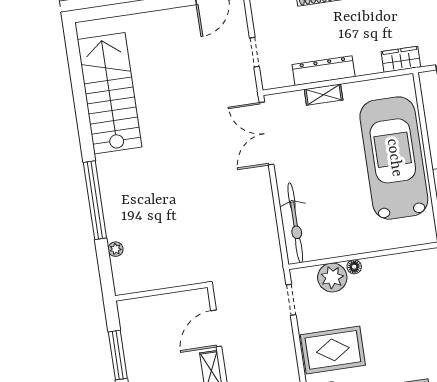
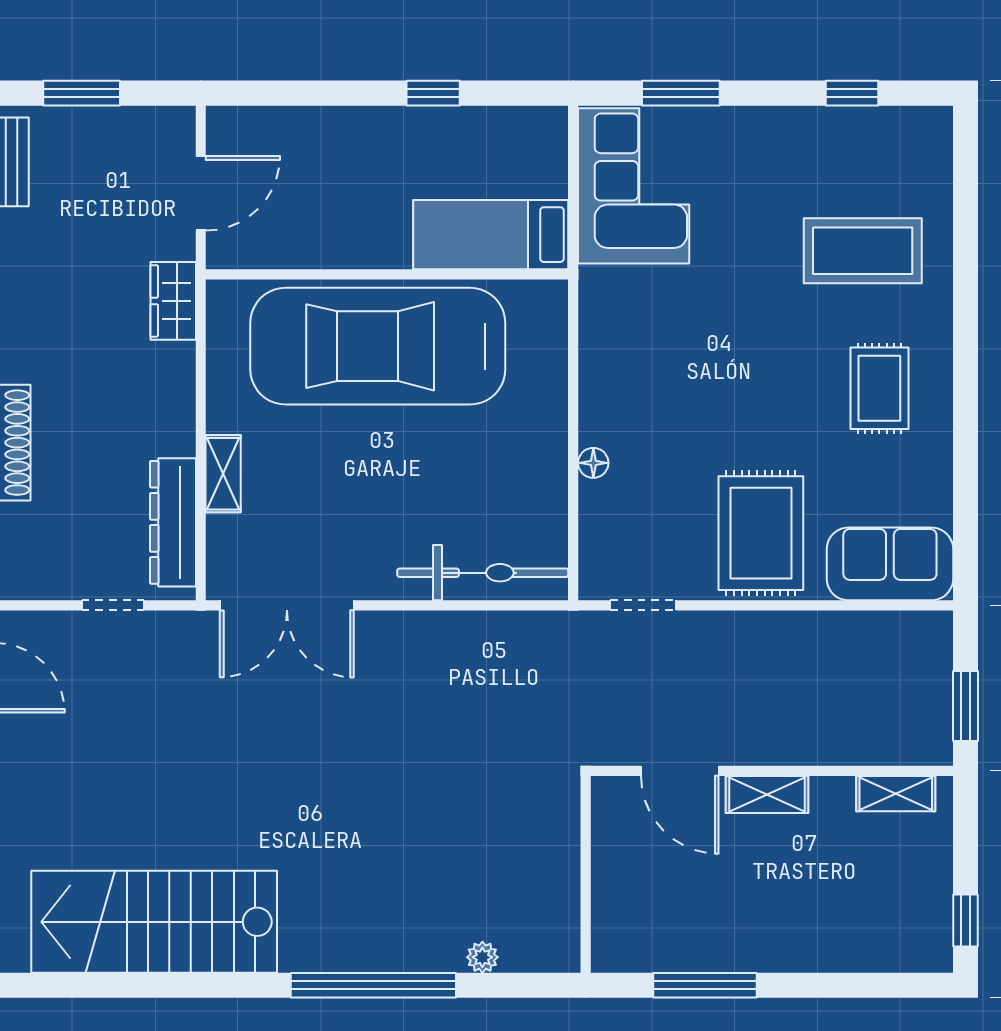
dresser: (324, 71) -> (173, 522), moved
plant: (332, 277) -> (609, 512), removed

